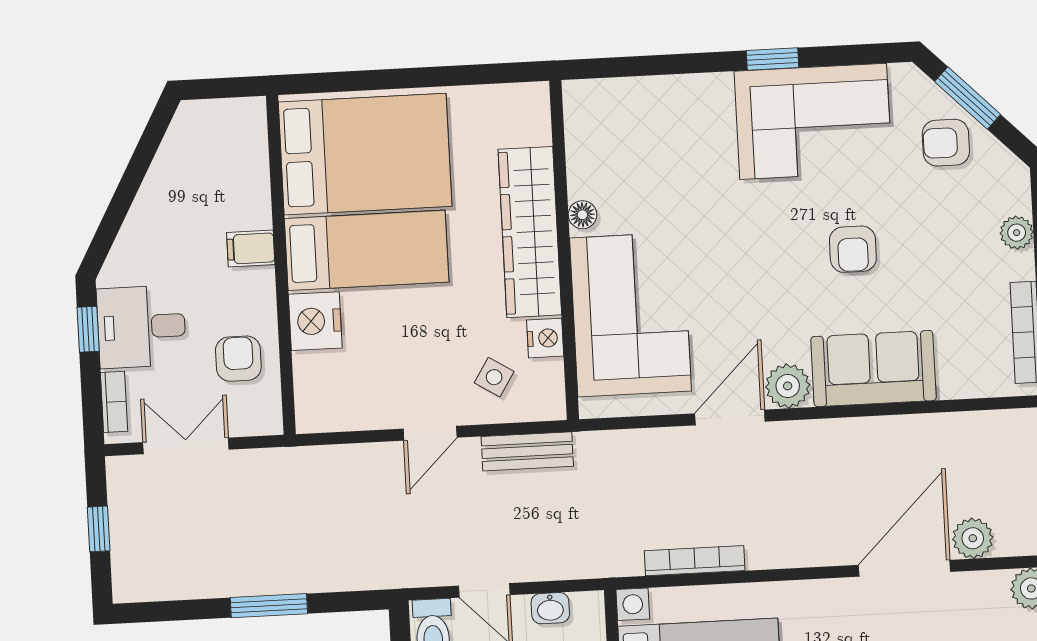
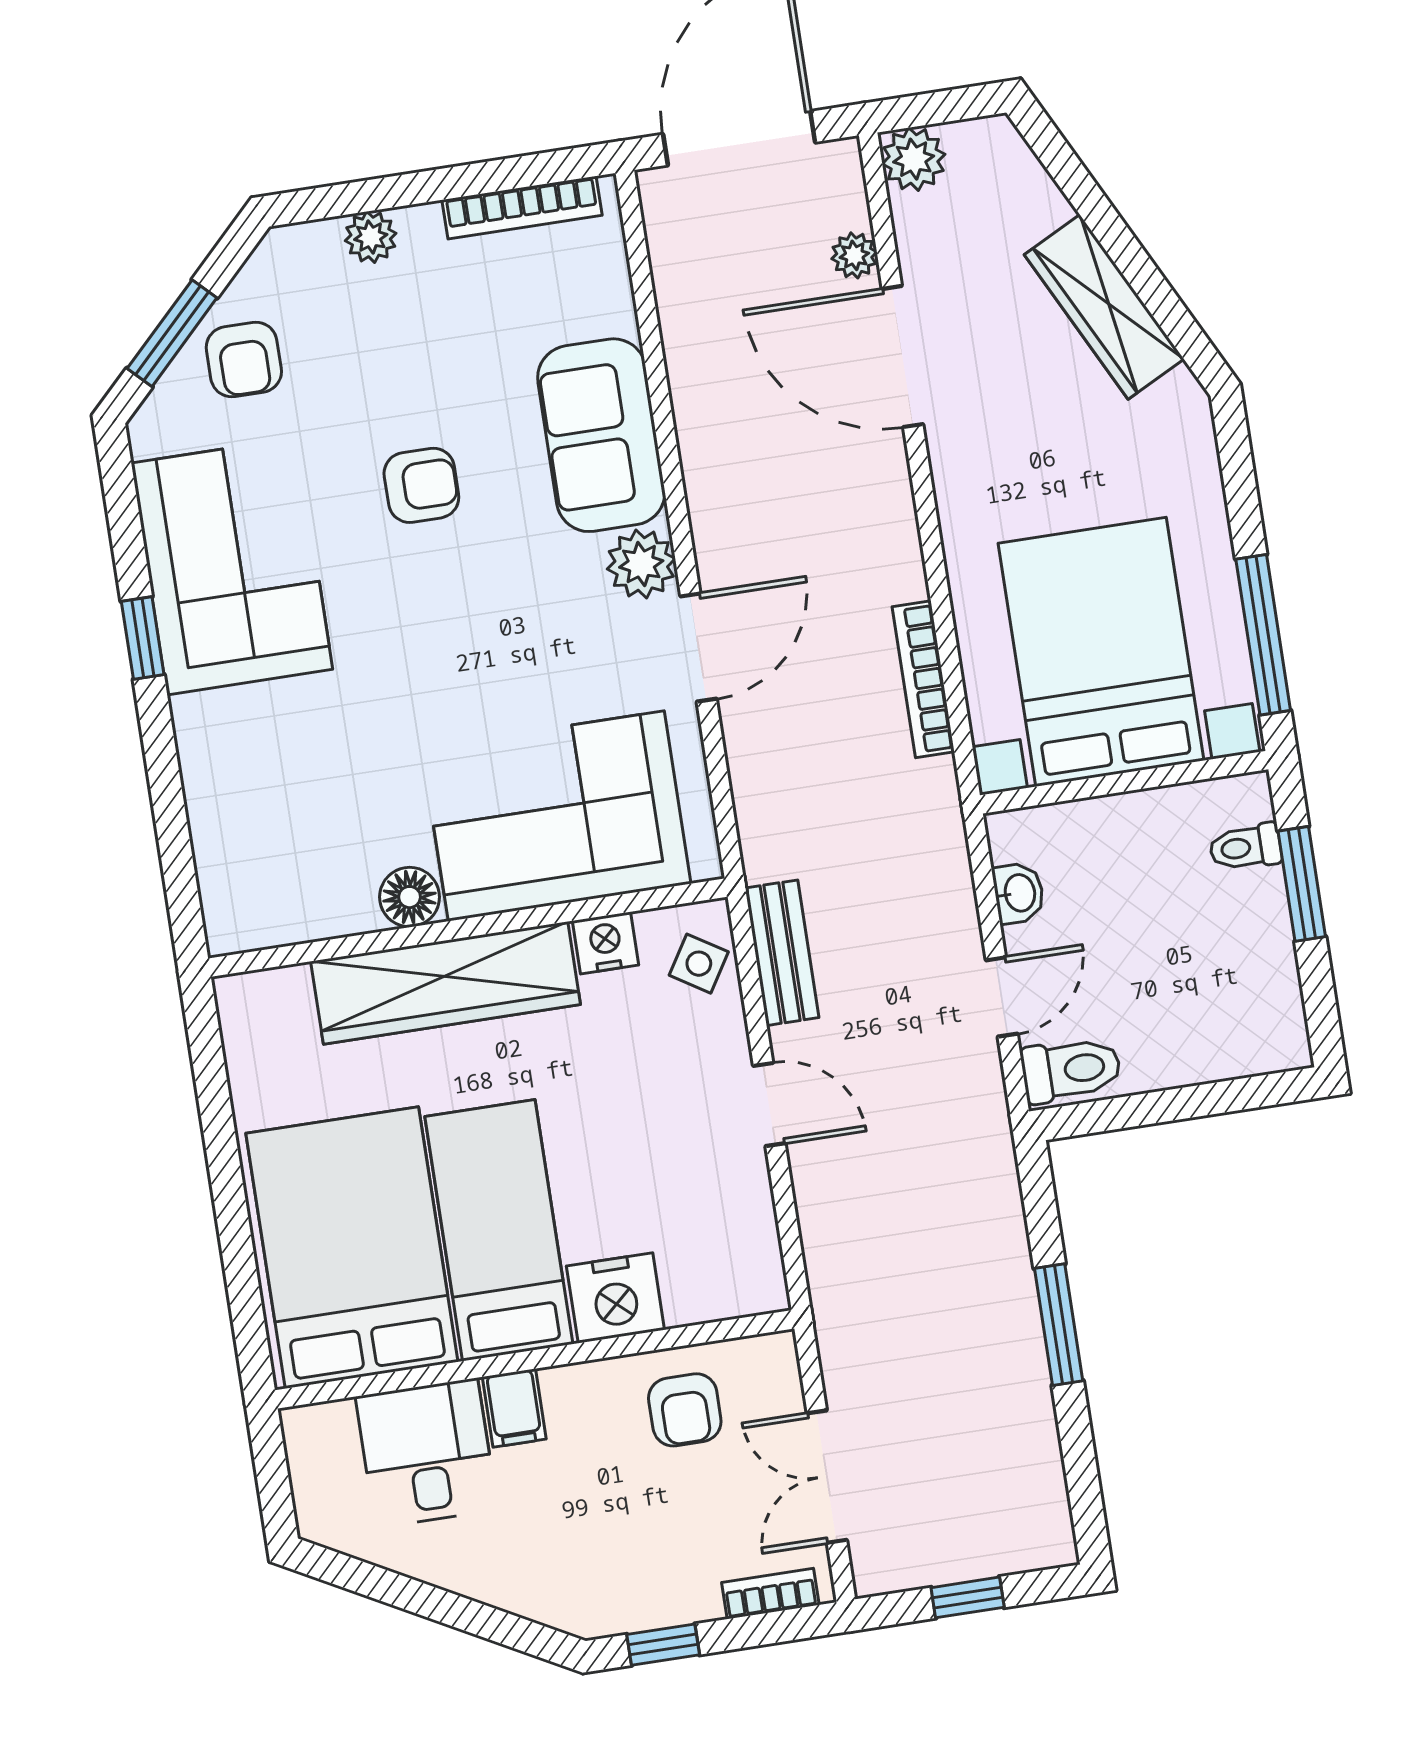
floor lamp: (582, 215) -> (410, 897), width x1.37, depth x1.37
desk: (141, 327) -> (427, 1453), moved, turned 180
armchair: (238, 359) -> (685, 1410), turned -90
side table: (494, 377) -> (699, 964), moved
door: (730, 417) -> (698, 648), swing flipped
plant: (973, 538) -> (854, 255), width x0.73, depth x0.73

